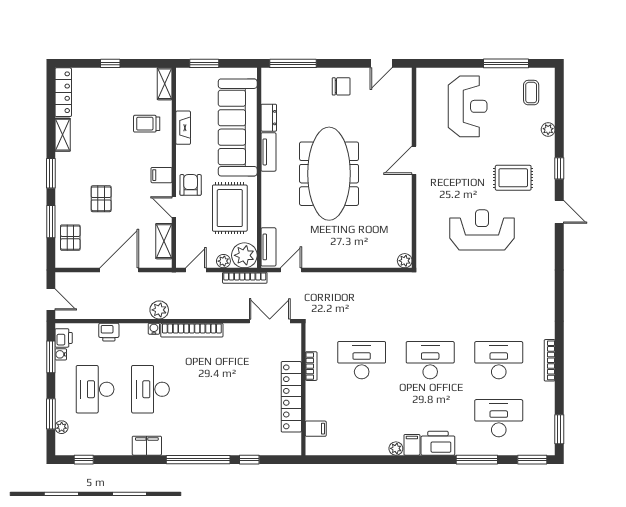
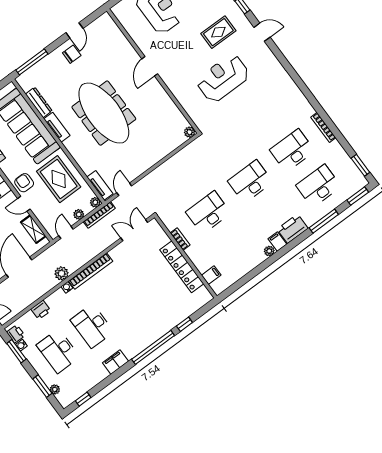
door: (381, 63) -> (74, 30), moved
dresser: (269, 118) -> (39, 102), width x1.44
plant: (244, 255) -> (95, 202), width x0.53, depth x0.53

